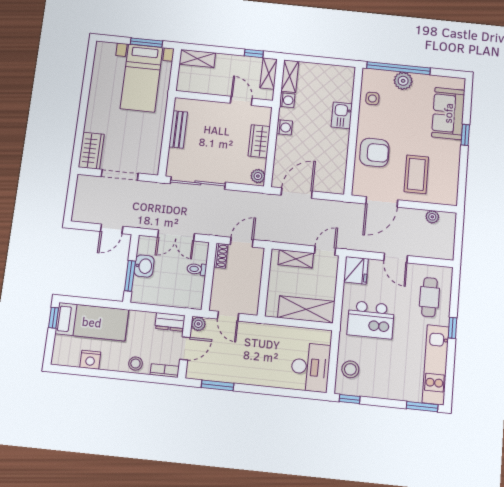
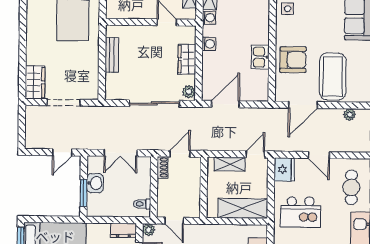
kitchen sink: (342, 115) -> (260, 57), moved
coffee table: (416, 174) -> (333, 77), width x1.36, depth x1.32
sliding door: (198, 183) -> (154, 103), moved
toilet: (197, 269) -> (142, 204), moved

